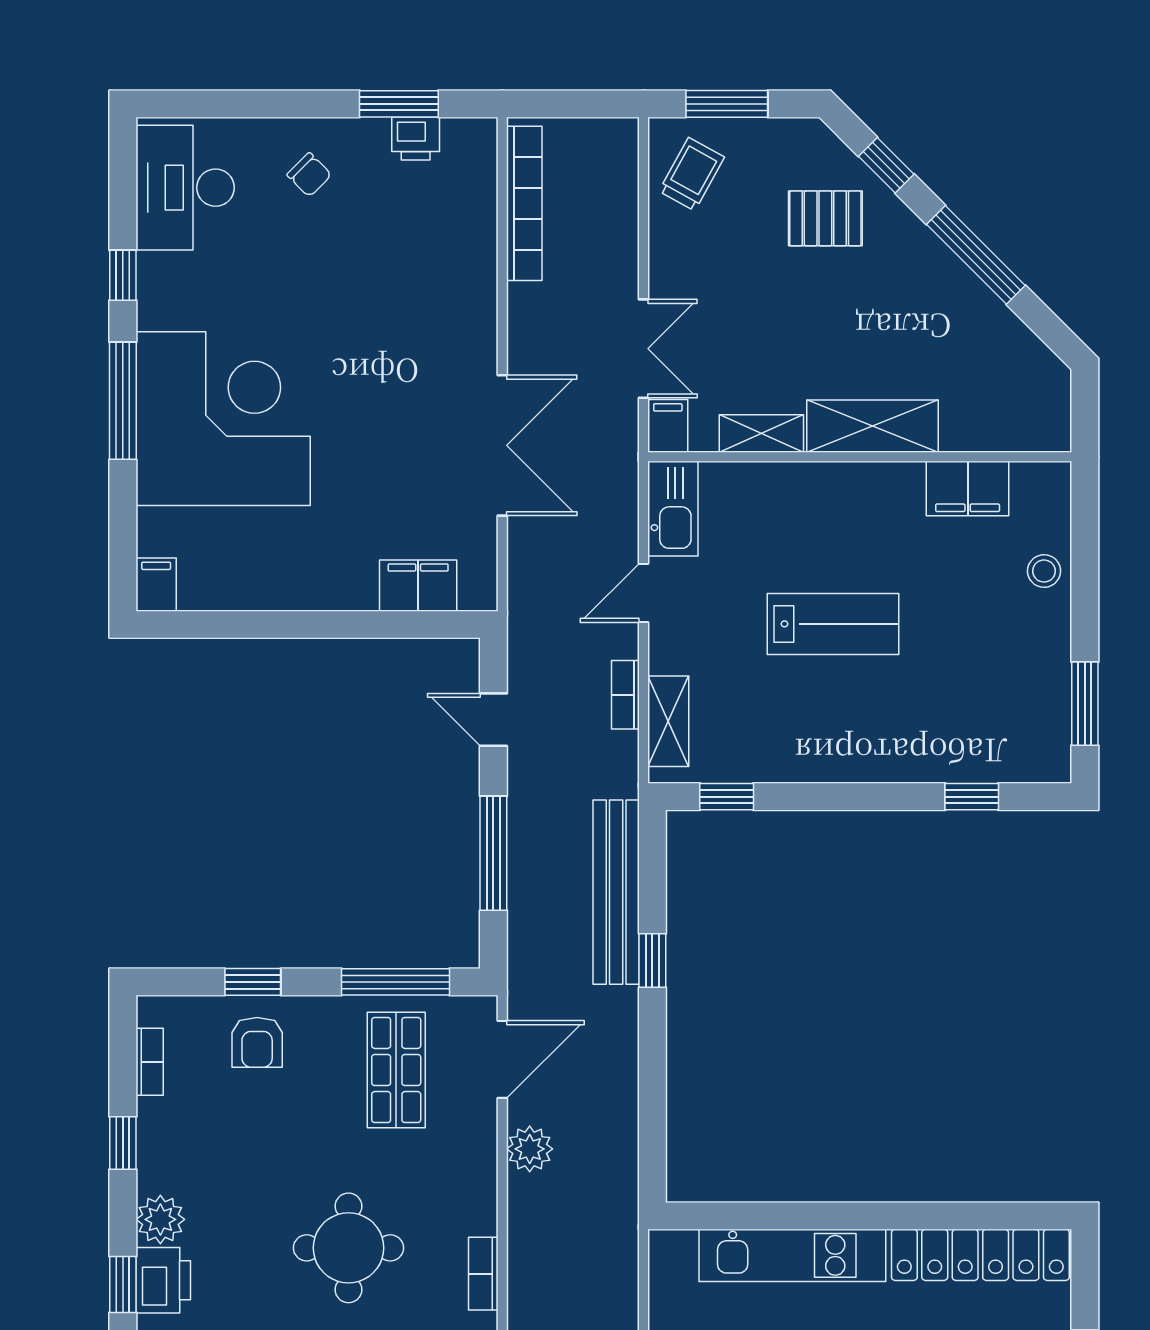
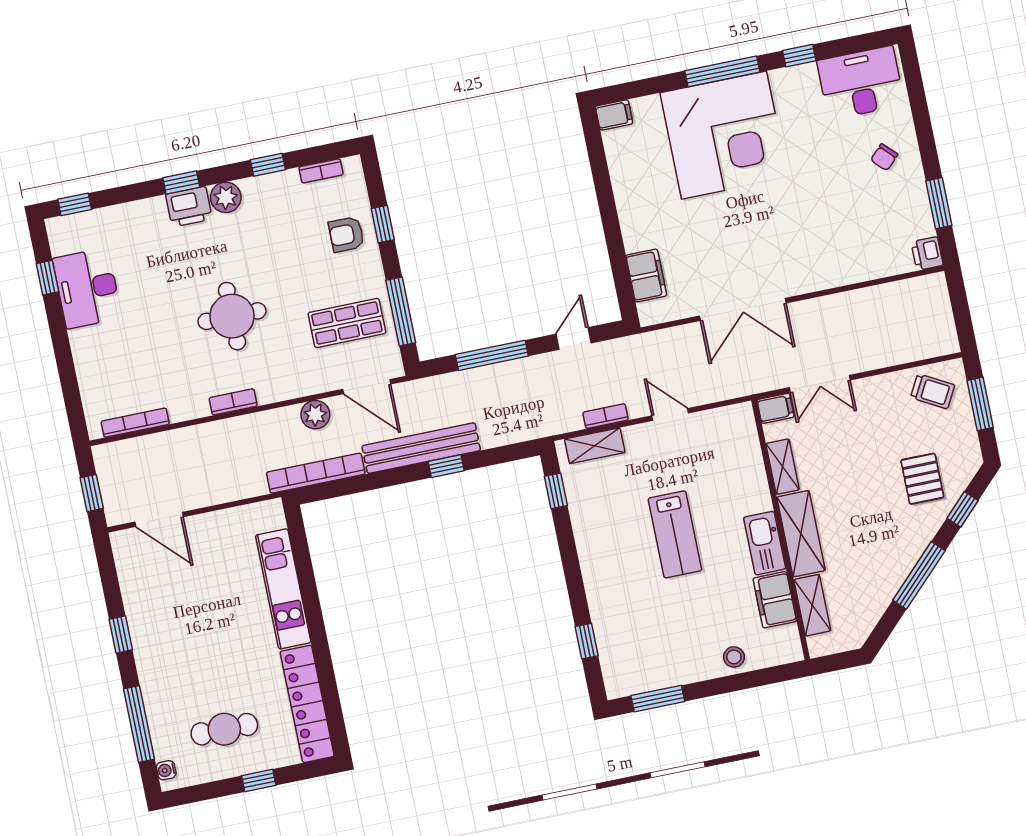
printer: (416, 139) -> (927, 254), moved
bookcase: (524, 203) -> (316, 473), moved, turned 180
shelving: (988, 432) -> (812, 605), added
kitchen sink: (673, 509) -> (765, 543), moved, turned 90
bench: (616, 892) -> (421, 448), moved

